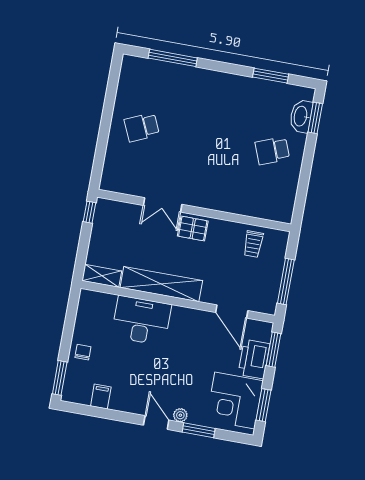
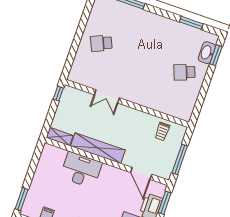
pallet: (193, 229) -> (124, 115), removed
chair: (83, 352) -> (39, 185), removed

